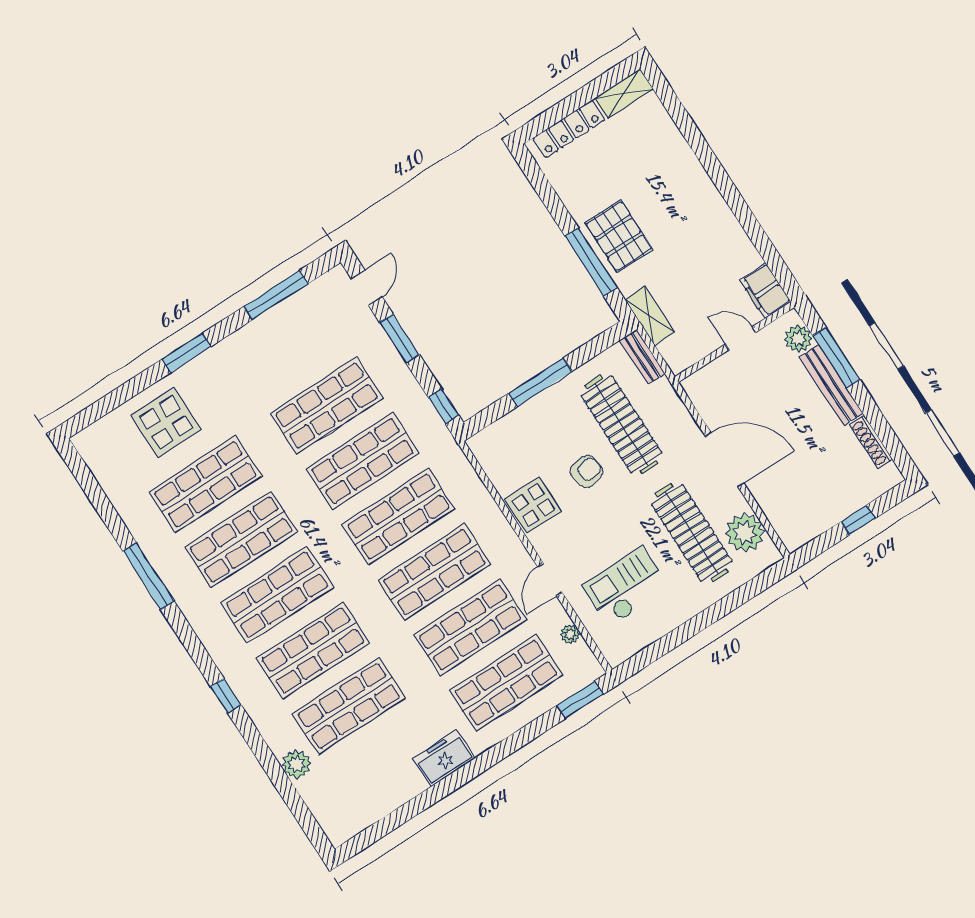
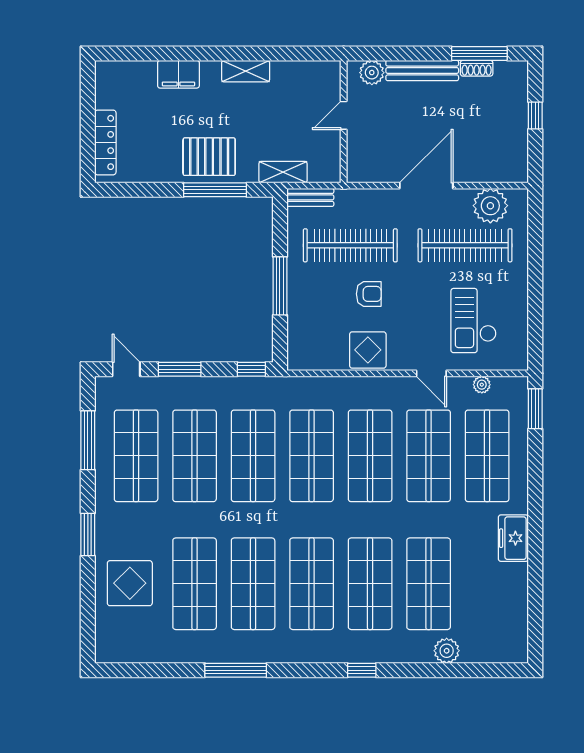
shelving: (624, 94) -> (246, 71), moved, turned 90
filing cabinet: (765, 291) -> (178, 74), moved
shop shelf: (291, 350) -> (136, 456), added
window: (836, 358) -> (479, 53), moved
shoe rack: (871, 442) -> (477, 68), width x0.70
armchair: (587, 471) -> (369, 294), turned 101

